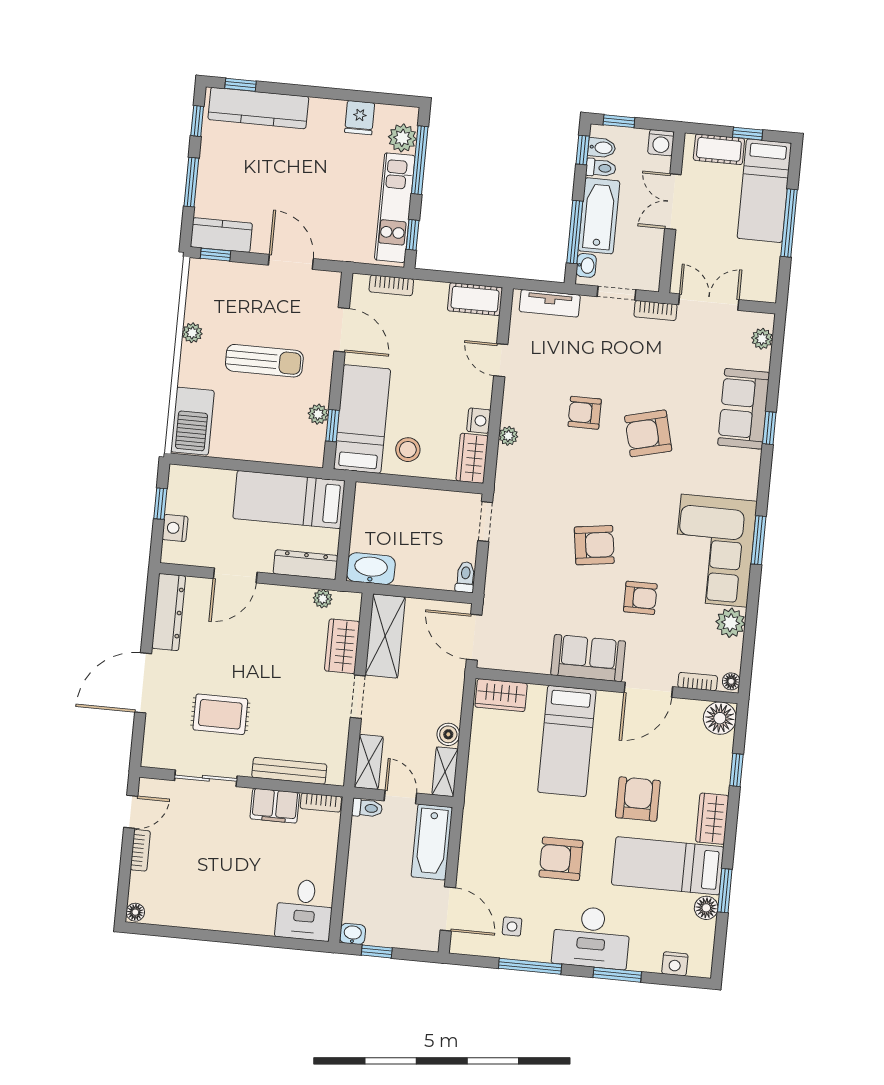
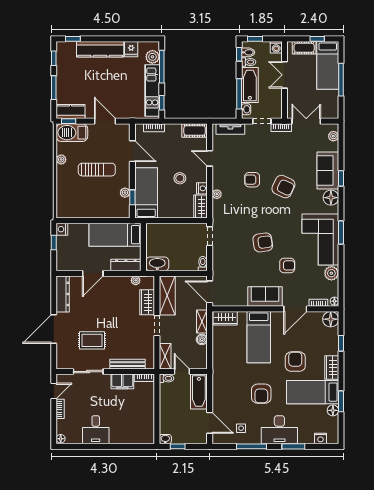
kitchen counter: (258, 108) -> (100, 49), moved
barbecue: (192, 421) -> (72, 133), moved, turned 90
armchair: (648, 433) -> (283, 187), turned -141
stool: (408, 450) -> (180, 178), moved
floor lamp: (745, 466) -> (331, 198), added
nightstand: (175, 528) -> (62, 229), moved
shelving: (445, 772) -> (202, 321), moved
armchair: (561, 859) -> (261, 394), turned -90
desk: (305, 910) -> (96, 430), moved

